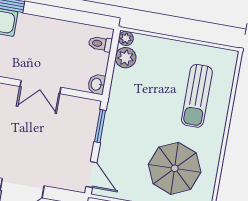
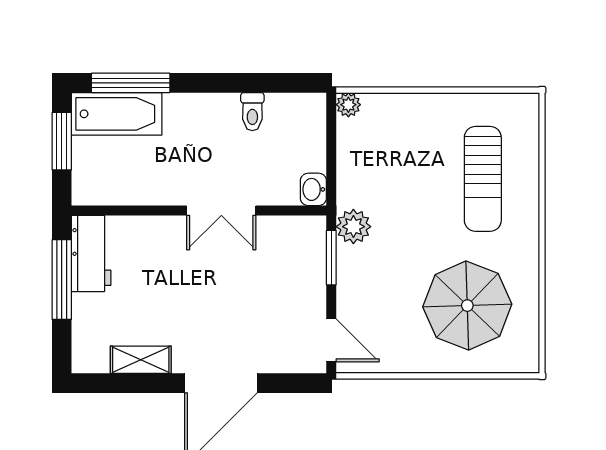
toilet: (100, 44) -> (252, 112), moved, turned -90
plant: (126, 58) -> (353, 227), moved

